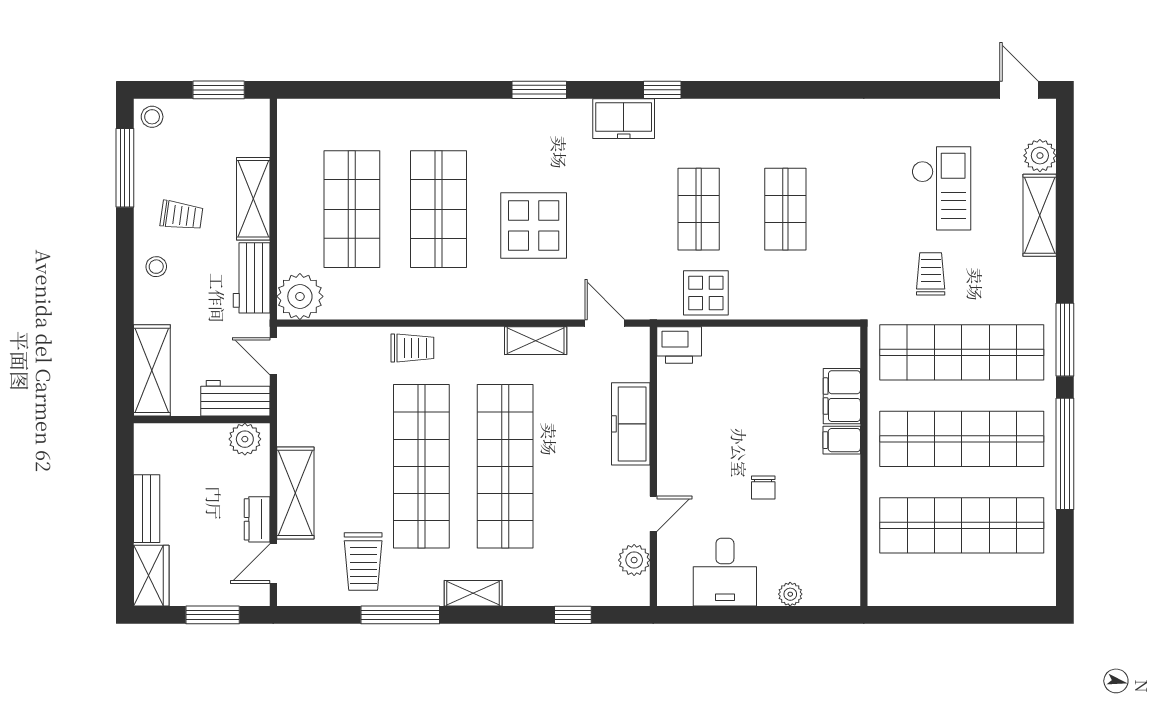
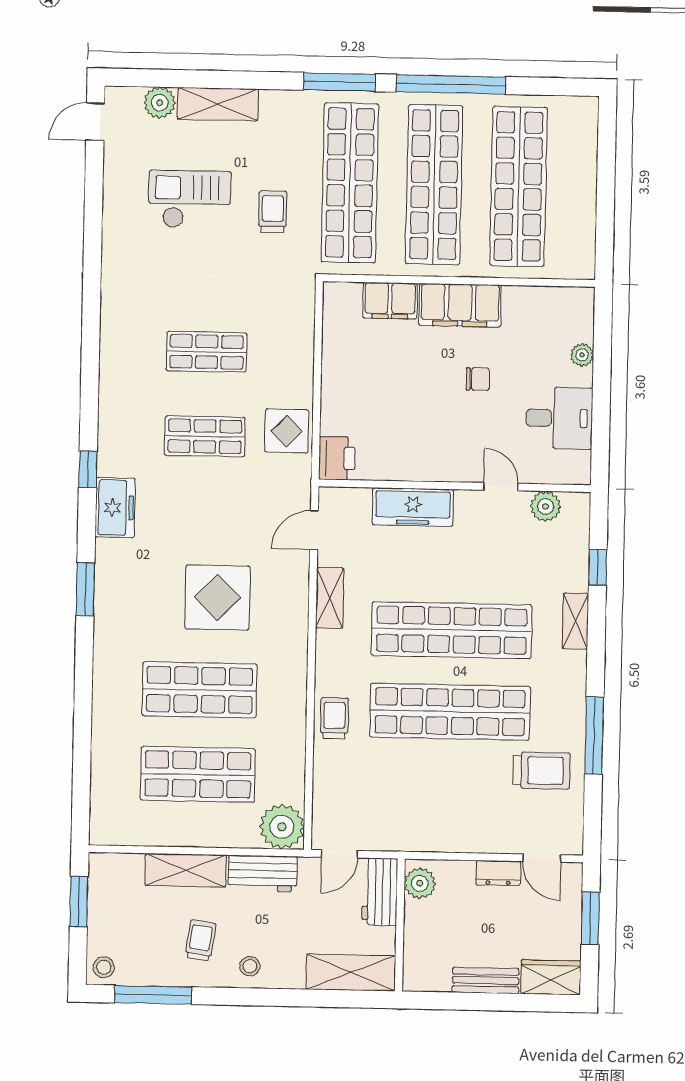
trolley: (931, 274) -> (273, 212), turned 90
filing cabinet: (842, 440) -> (460, 305), width x3.00, depth x1.17
shelving: (295, 493) -> (473, 835), removed
shelving: (473, 593) -> (575, 621), moved

